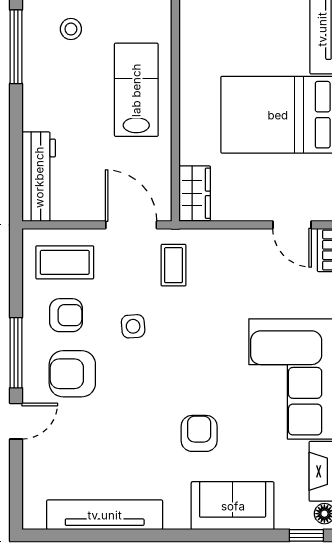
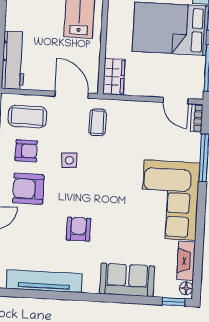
armchair: (199, 433) -> (79, 229), moved

